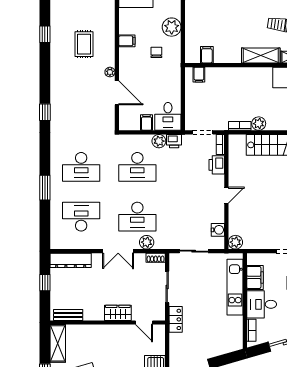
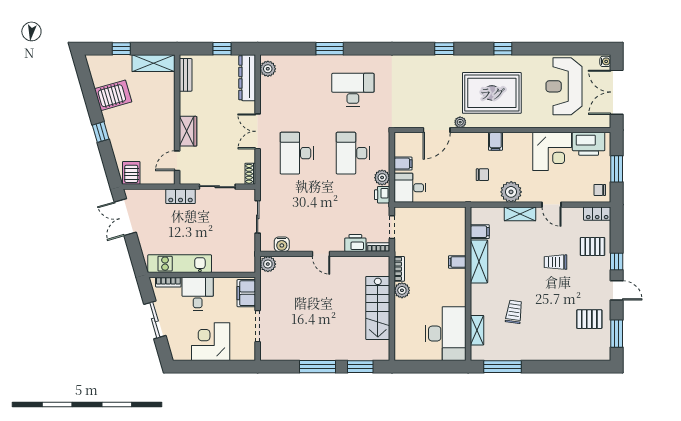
shelving: (191, 19) -> (520, 214), added
rug: (84, 44) -> (492, 93), width x1.86, depth x2.06
shelving: (261, 55) -> (479, 261), moved
filing cabinet: (199, 75) -> (457, 262), moved
window: (45, 112) -> (444, 49), moved
desk: (81, 167) -> (353, 90), turned 90
desk: (81, 217) -> (297, 90), removed
plant: (147, 242) -> (268, 69), moved
filing cabinet: (255, 277) -> (246, 293), moved, turned 90
kitchen unit: (235, 287) -> (180, 264), moved

